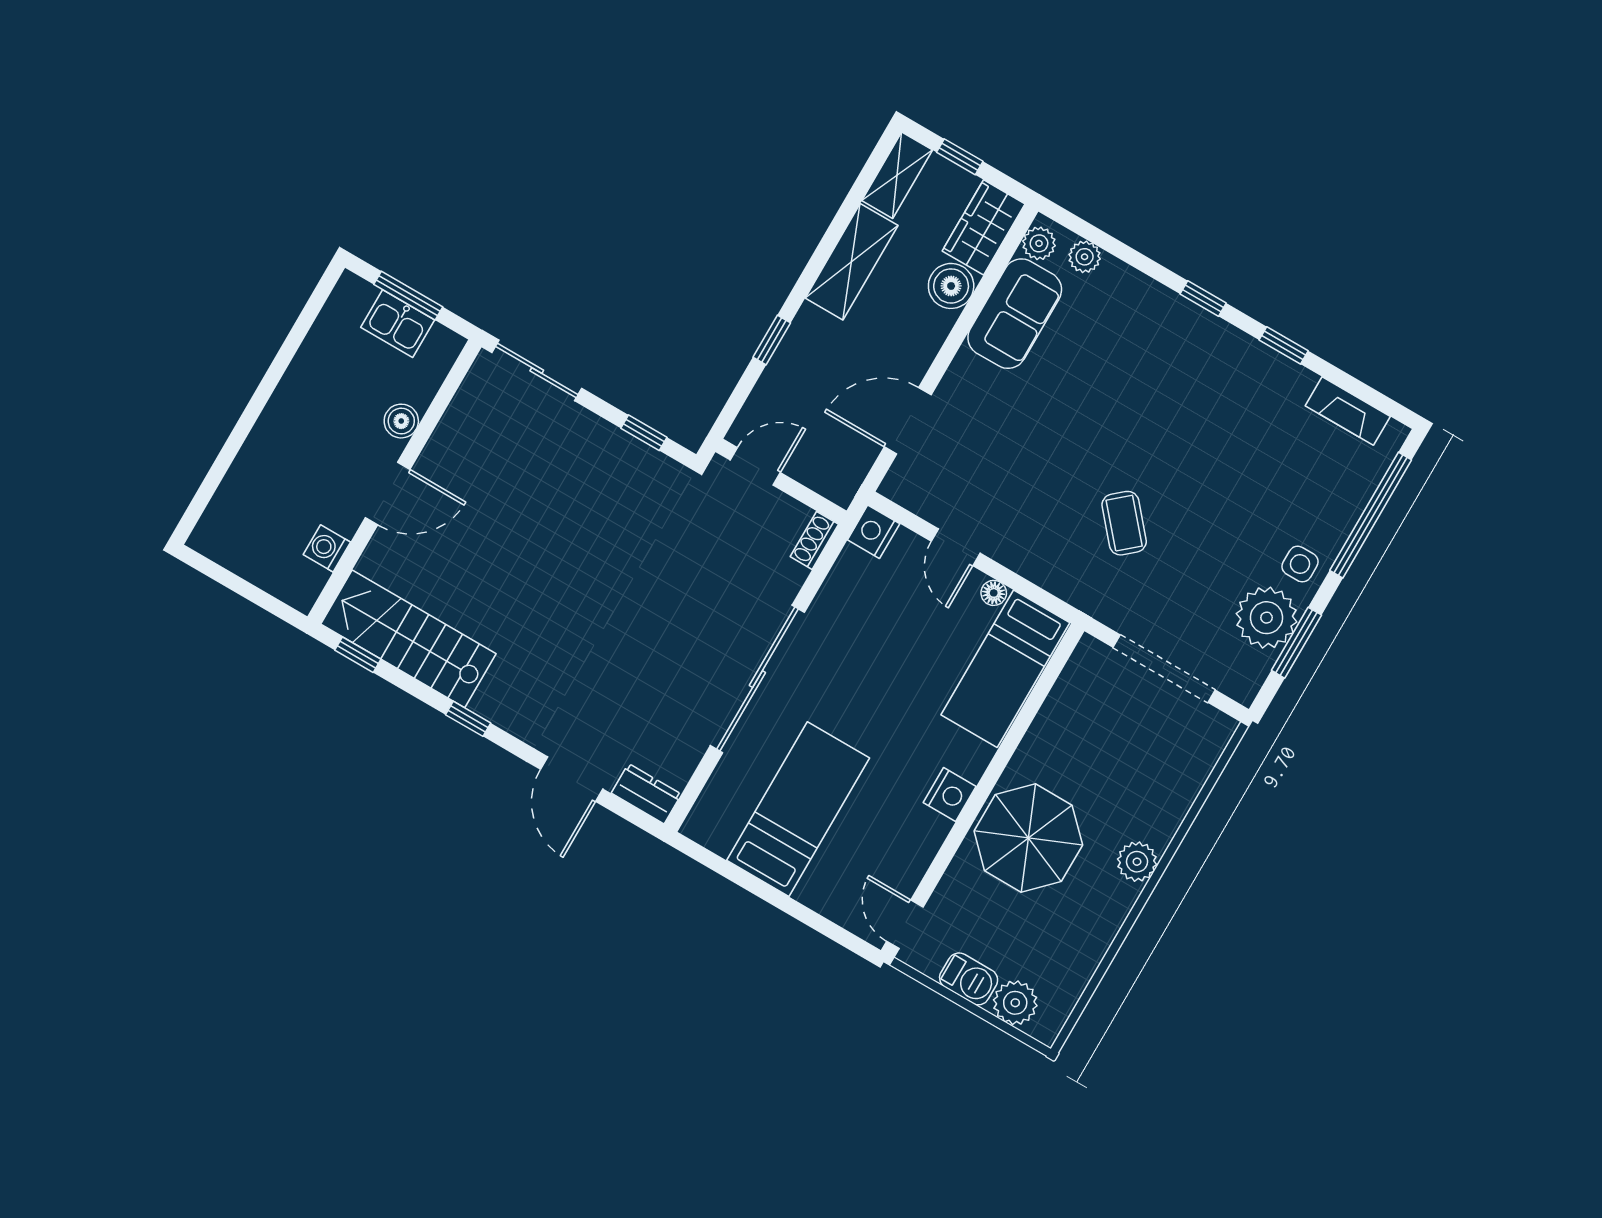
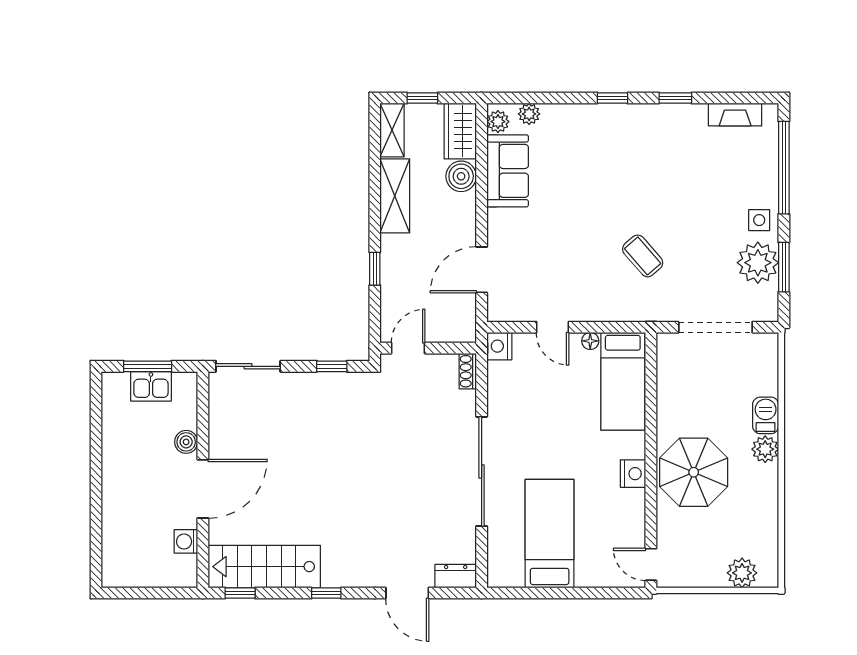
door: (388, 494) -> (203, 489), width x1.36
barbecue: (969, 979) -> (766, 415), moved, turned -90

